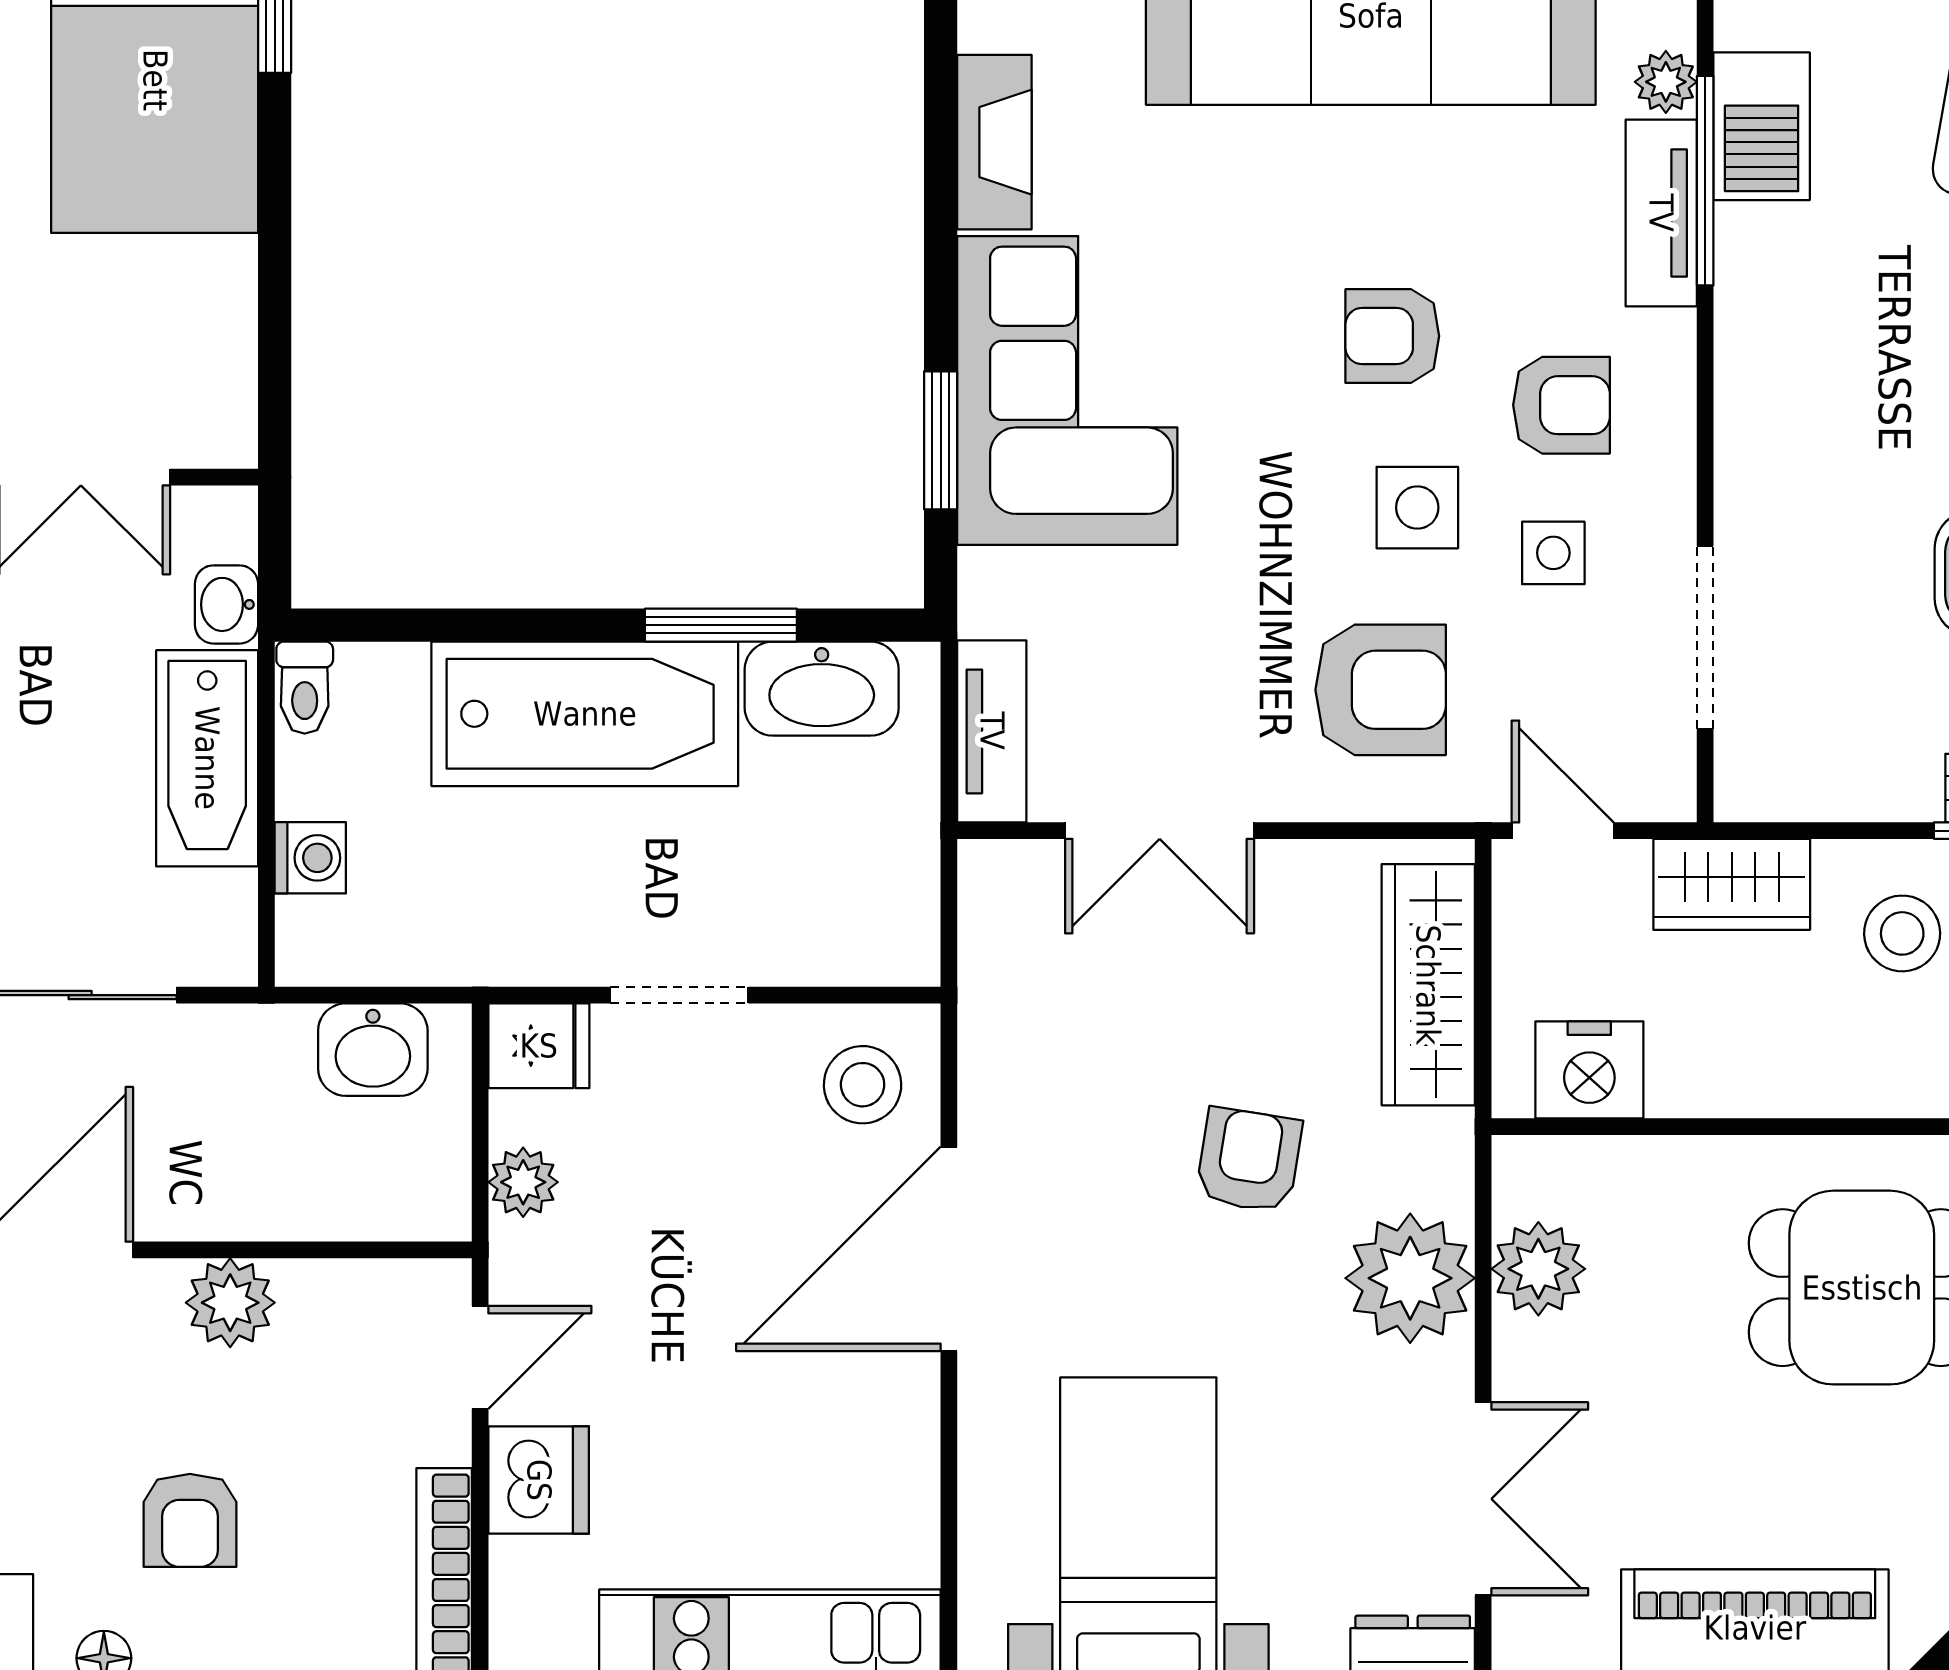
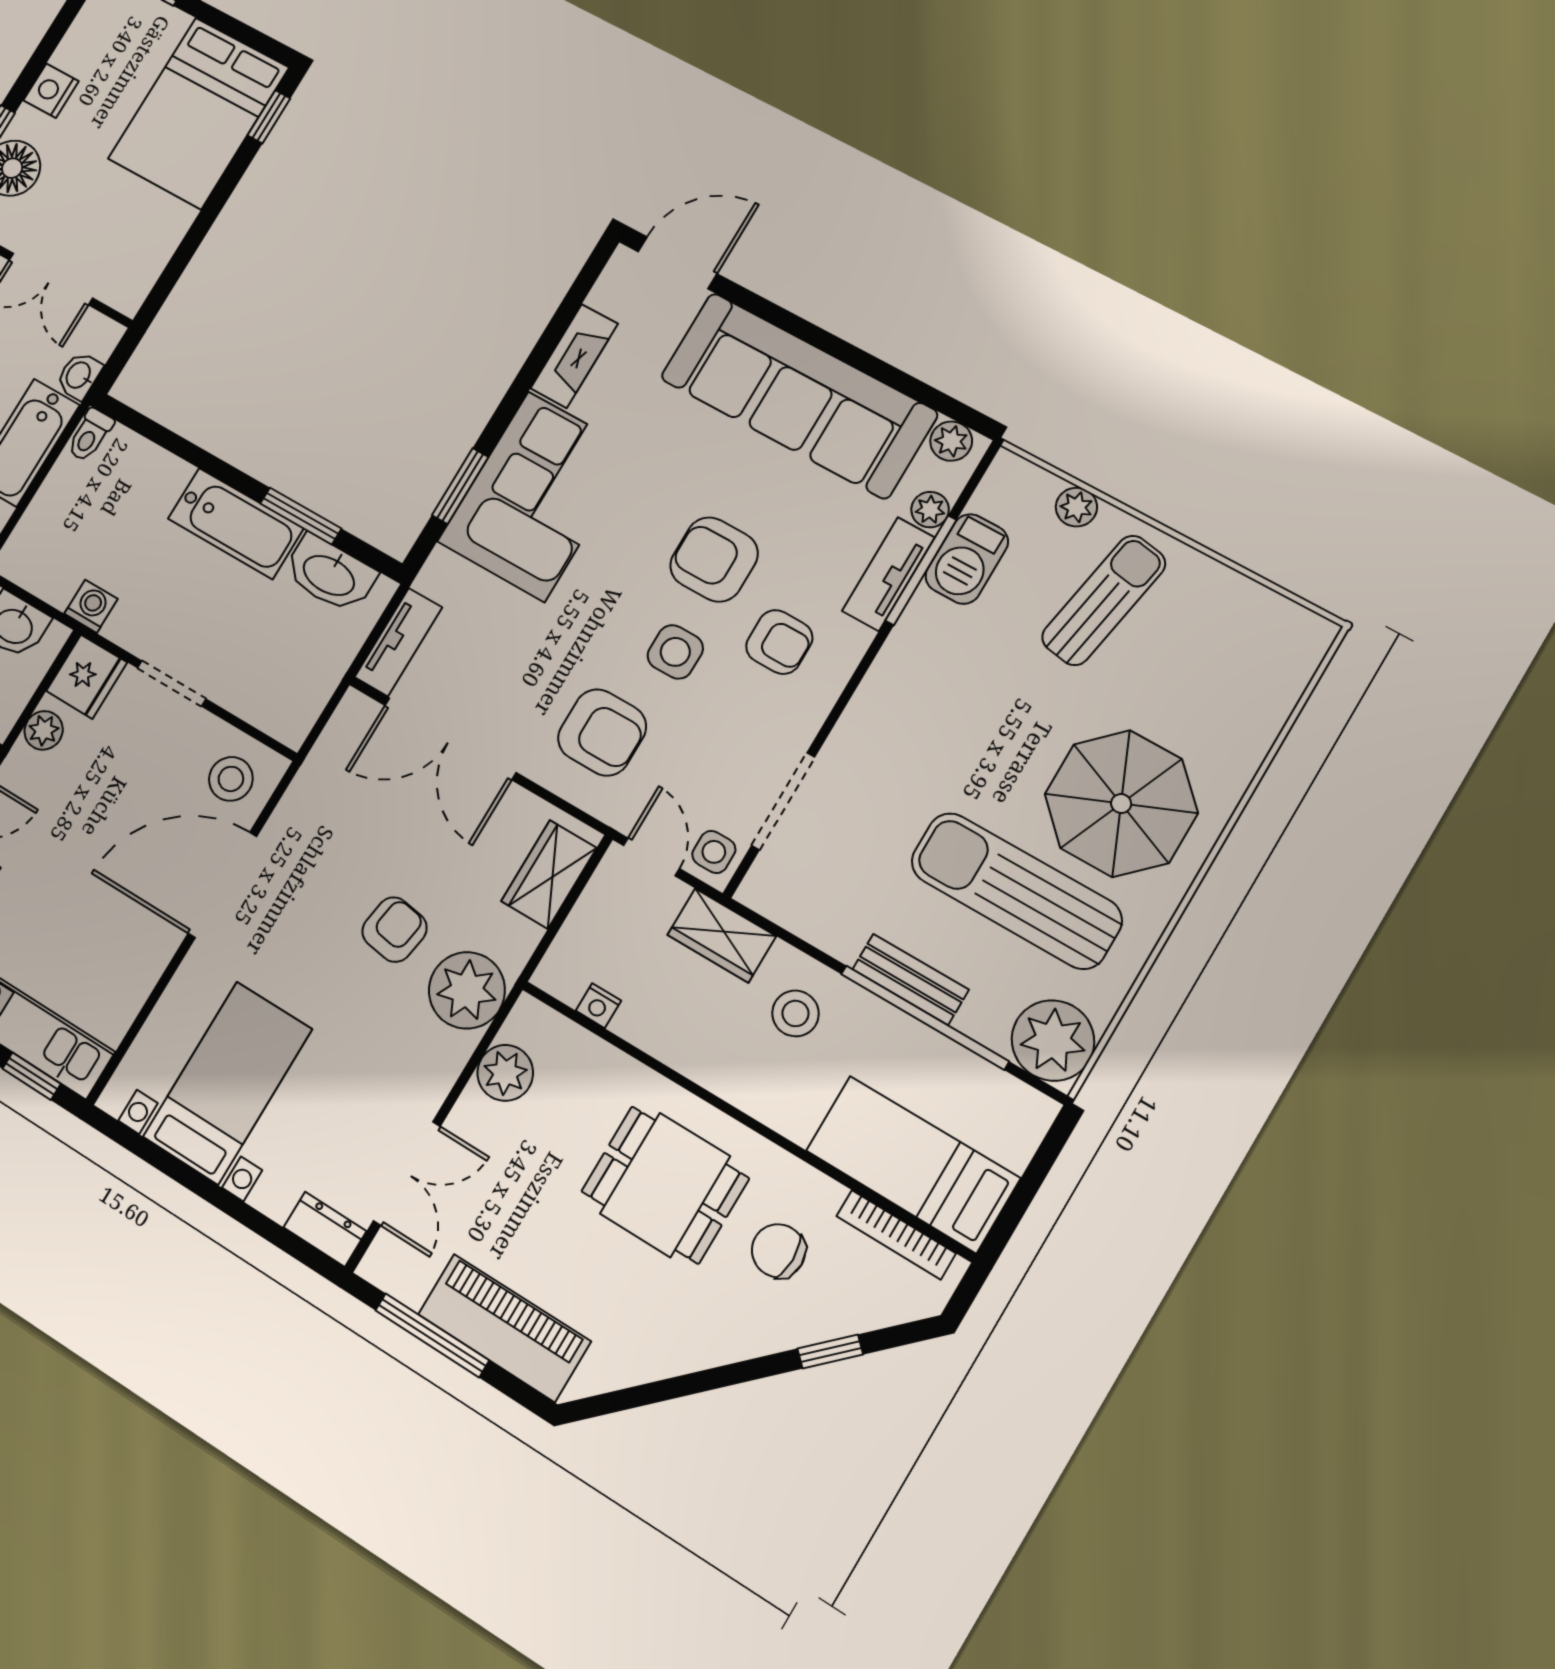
armchair: (1392, 336) -> (714, 560), width x1.38, depth x1.38
side table: (1553, 553) -> (714, 852), moved
bathtub: (585, 714) -> (236, 524), width x0.73, depth x0.73
double door: (1160, 831) -> (450, 739), width x1.37
washing machine: (310, 858) -> (91, 606), moved, turned -90
wardrobe: (1428, 985) -> (549, 874), width x0.67
fridge: (539, 1046) -> (87, 677), width x1.38
nightstand: (1589, 1070) -> (598, 1006), width x0.53, depth x0.56
plant: (1410, 1278) -> (467, 990), moved

